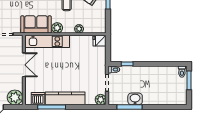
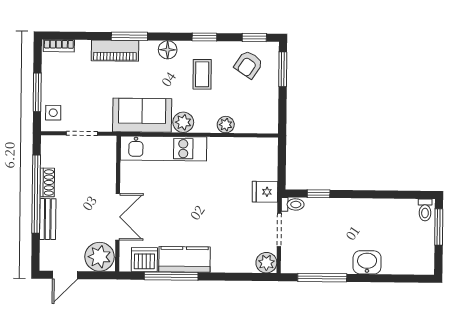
fridge: (100, 41) -> (265, 192), moved
double door: (24, 65) -> (118, 217), moved
kitchen counter: (65, 98) -> (184, 259), width x0.67
washbasin: (135, 99) -> (367, 262), moved

